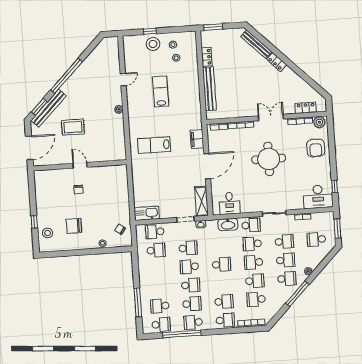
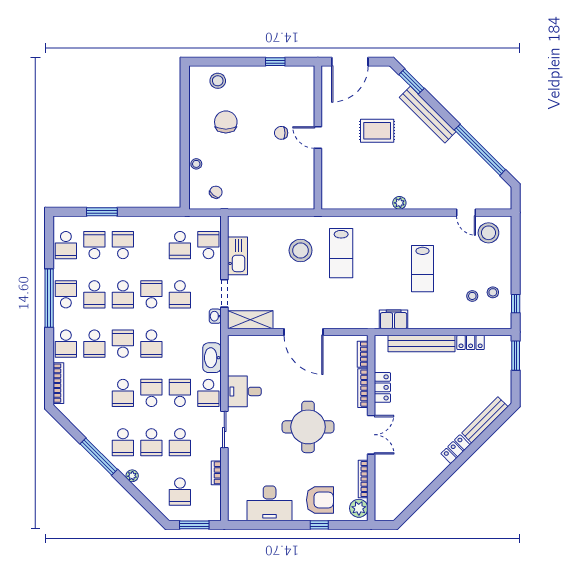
window: (150, 31) -> (516, 304), moved
stool: (153, 44) -> (488, 233), moved
window: (66, 76) -> (480, 150), moved
door: (123, 79) -> (466, 213), moved
lab bench: (161, 91) -> (422, 269), turned 90
bench: (49, 108) -> (428, 115), moved
locker: (306, 108) -> (382, 387), moved
rug: (73, 127) -> (377, 131), turned 90
filing cabinet: (197, 139) -> (394, 319), moved
lab bench: (154, 145) -> (341, 253), turned 180
door: (29, 148) -> (350, 62), hinge flipped
armchair: (316, 148) -> (320, 500), turned 180
door: (80, 165) -> (318, 137), swing flipped
stool: (154, 172) -> (301, 250), added
window: (335, 186) -> (319, 525), moved
desk: (318, 197) -> (270, 503), moved, turned -90
desk: (230, 203) -> (244, 391), moved
kitchen sink: (147, 213) -> (238, 256), moved
window: (34, 222) -> (275, 62), moved
school desk: (316, 239) -> (180, 492), turned 180
school desk: (159, 287) -> (123, 245), added
school desk: (256, 299) -> (123, 344), moved
window: (138, 302) -> (102, 212), width x0.69
window: (182, 334) -> (49, 298), moved

